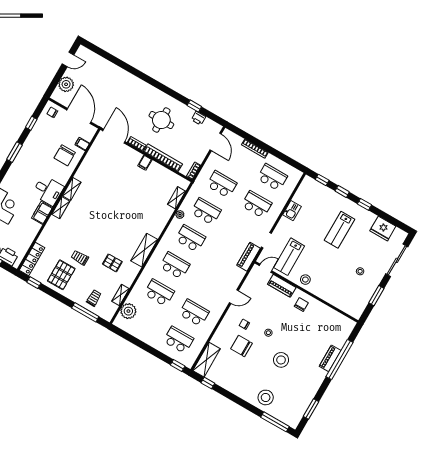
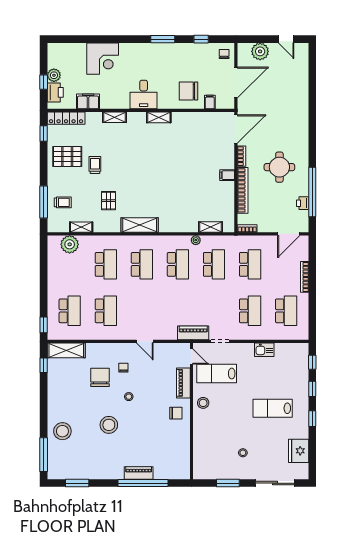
window: (194, 106) -> (312, 192), width x3.17
shelving: (61, 208) -> (114, 117), moved
filing cabinet: (42, 213) -> (88, 101), moved

